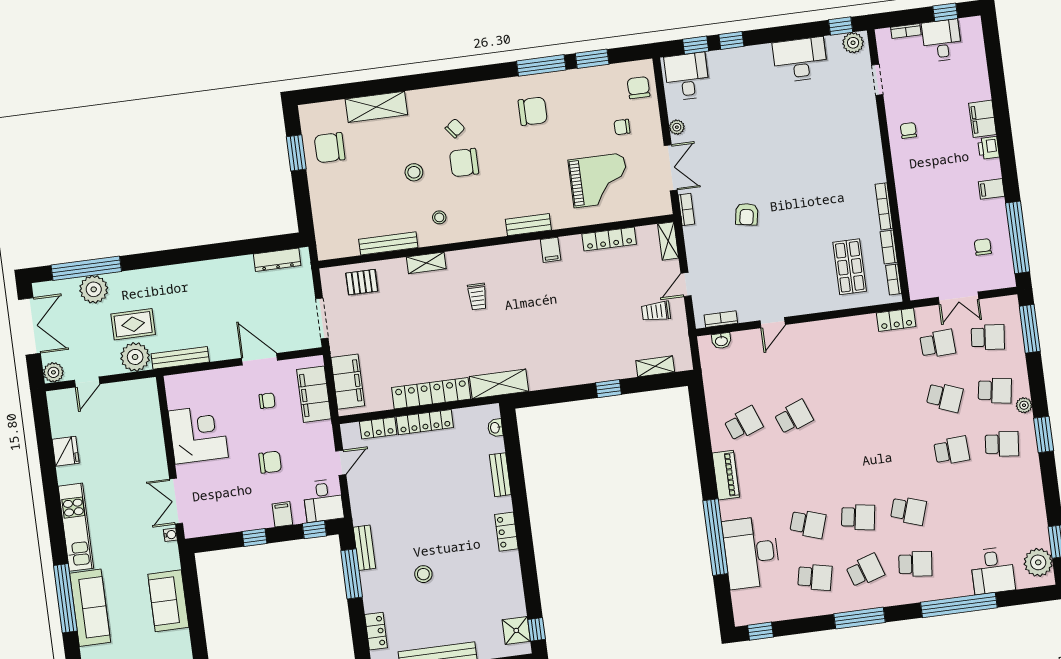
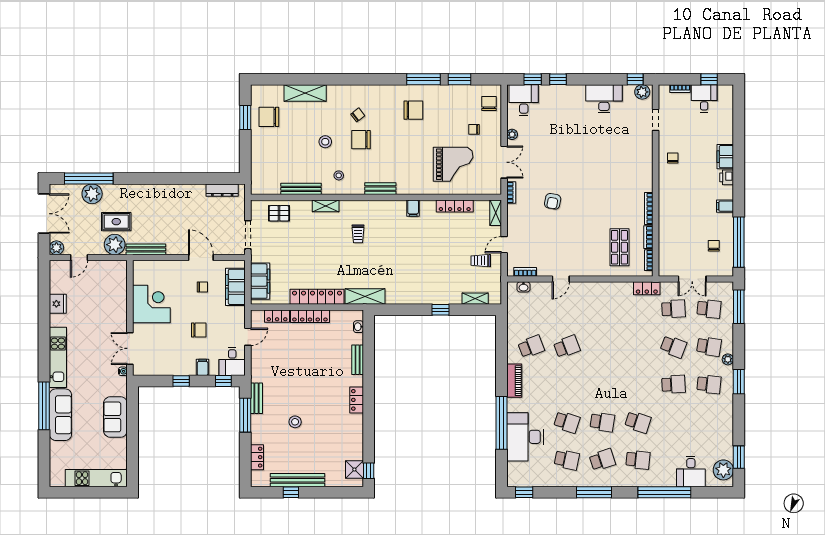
bench: (528, 225) -> (380, 189), moved

